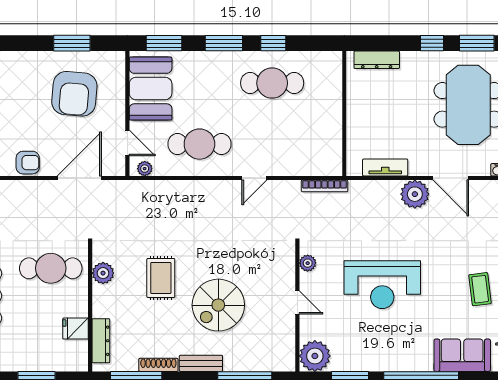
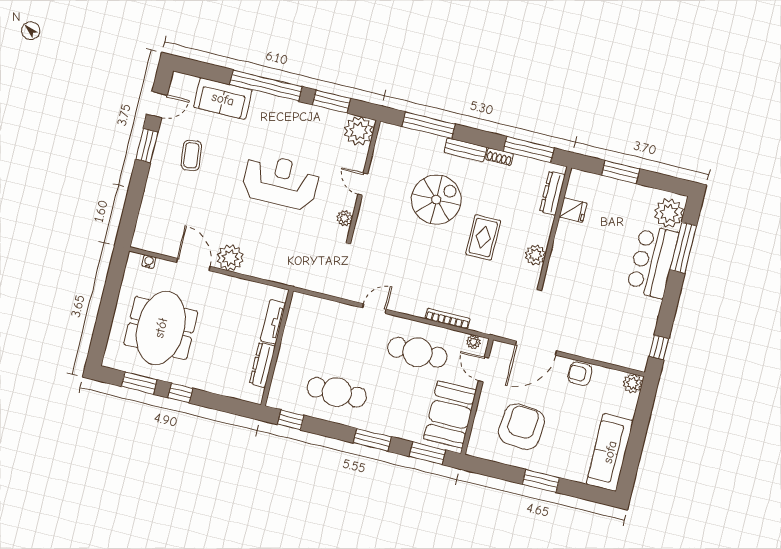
window: (72, 43) -> (541, 481), moved
window: (273, 43) -> (291, 420), moved
dresser: (377, 60) -> (262, 365), moved, turned -90
tv unit: (385, 167) -> (273, 322), moved, turned 90
bookcase: (325, 186) -> (448, 319), moved
cafe table: (51, 268) -> (582, 271), removed
shoe rack: (158, 365) -> (500, 157), width x0.70

